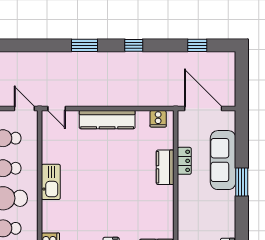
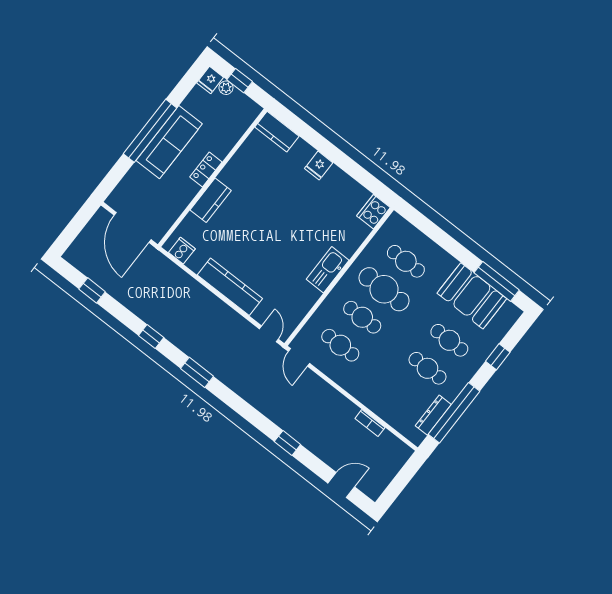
sofa: (223, 160) -> (169, 142), moved
locker: (184, 161) -> (206, 170), moved
window: (242, 182) -> (150, 131), width x2.11

